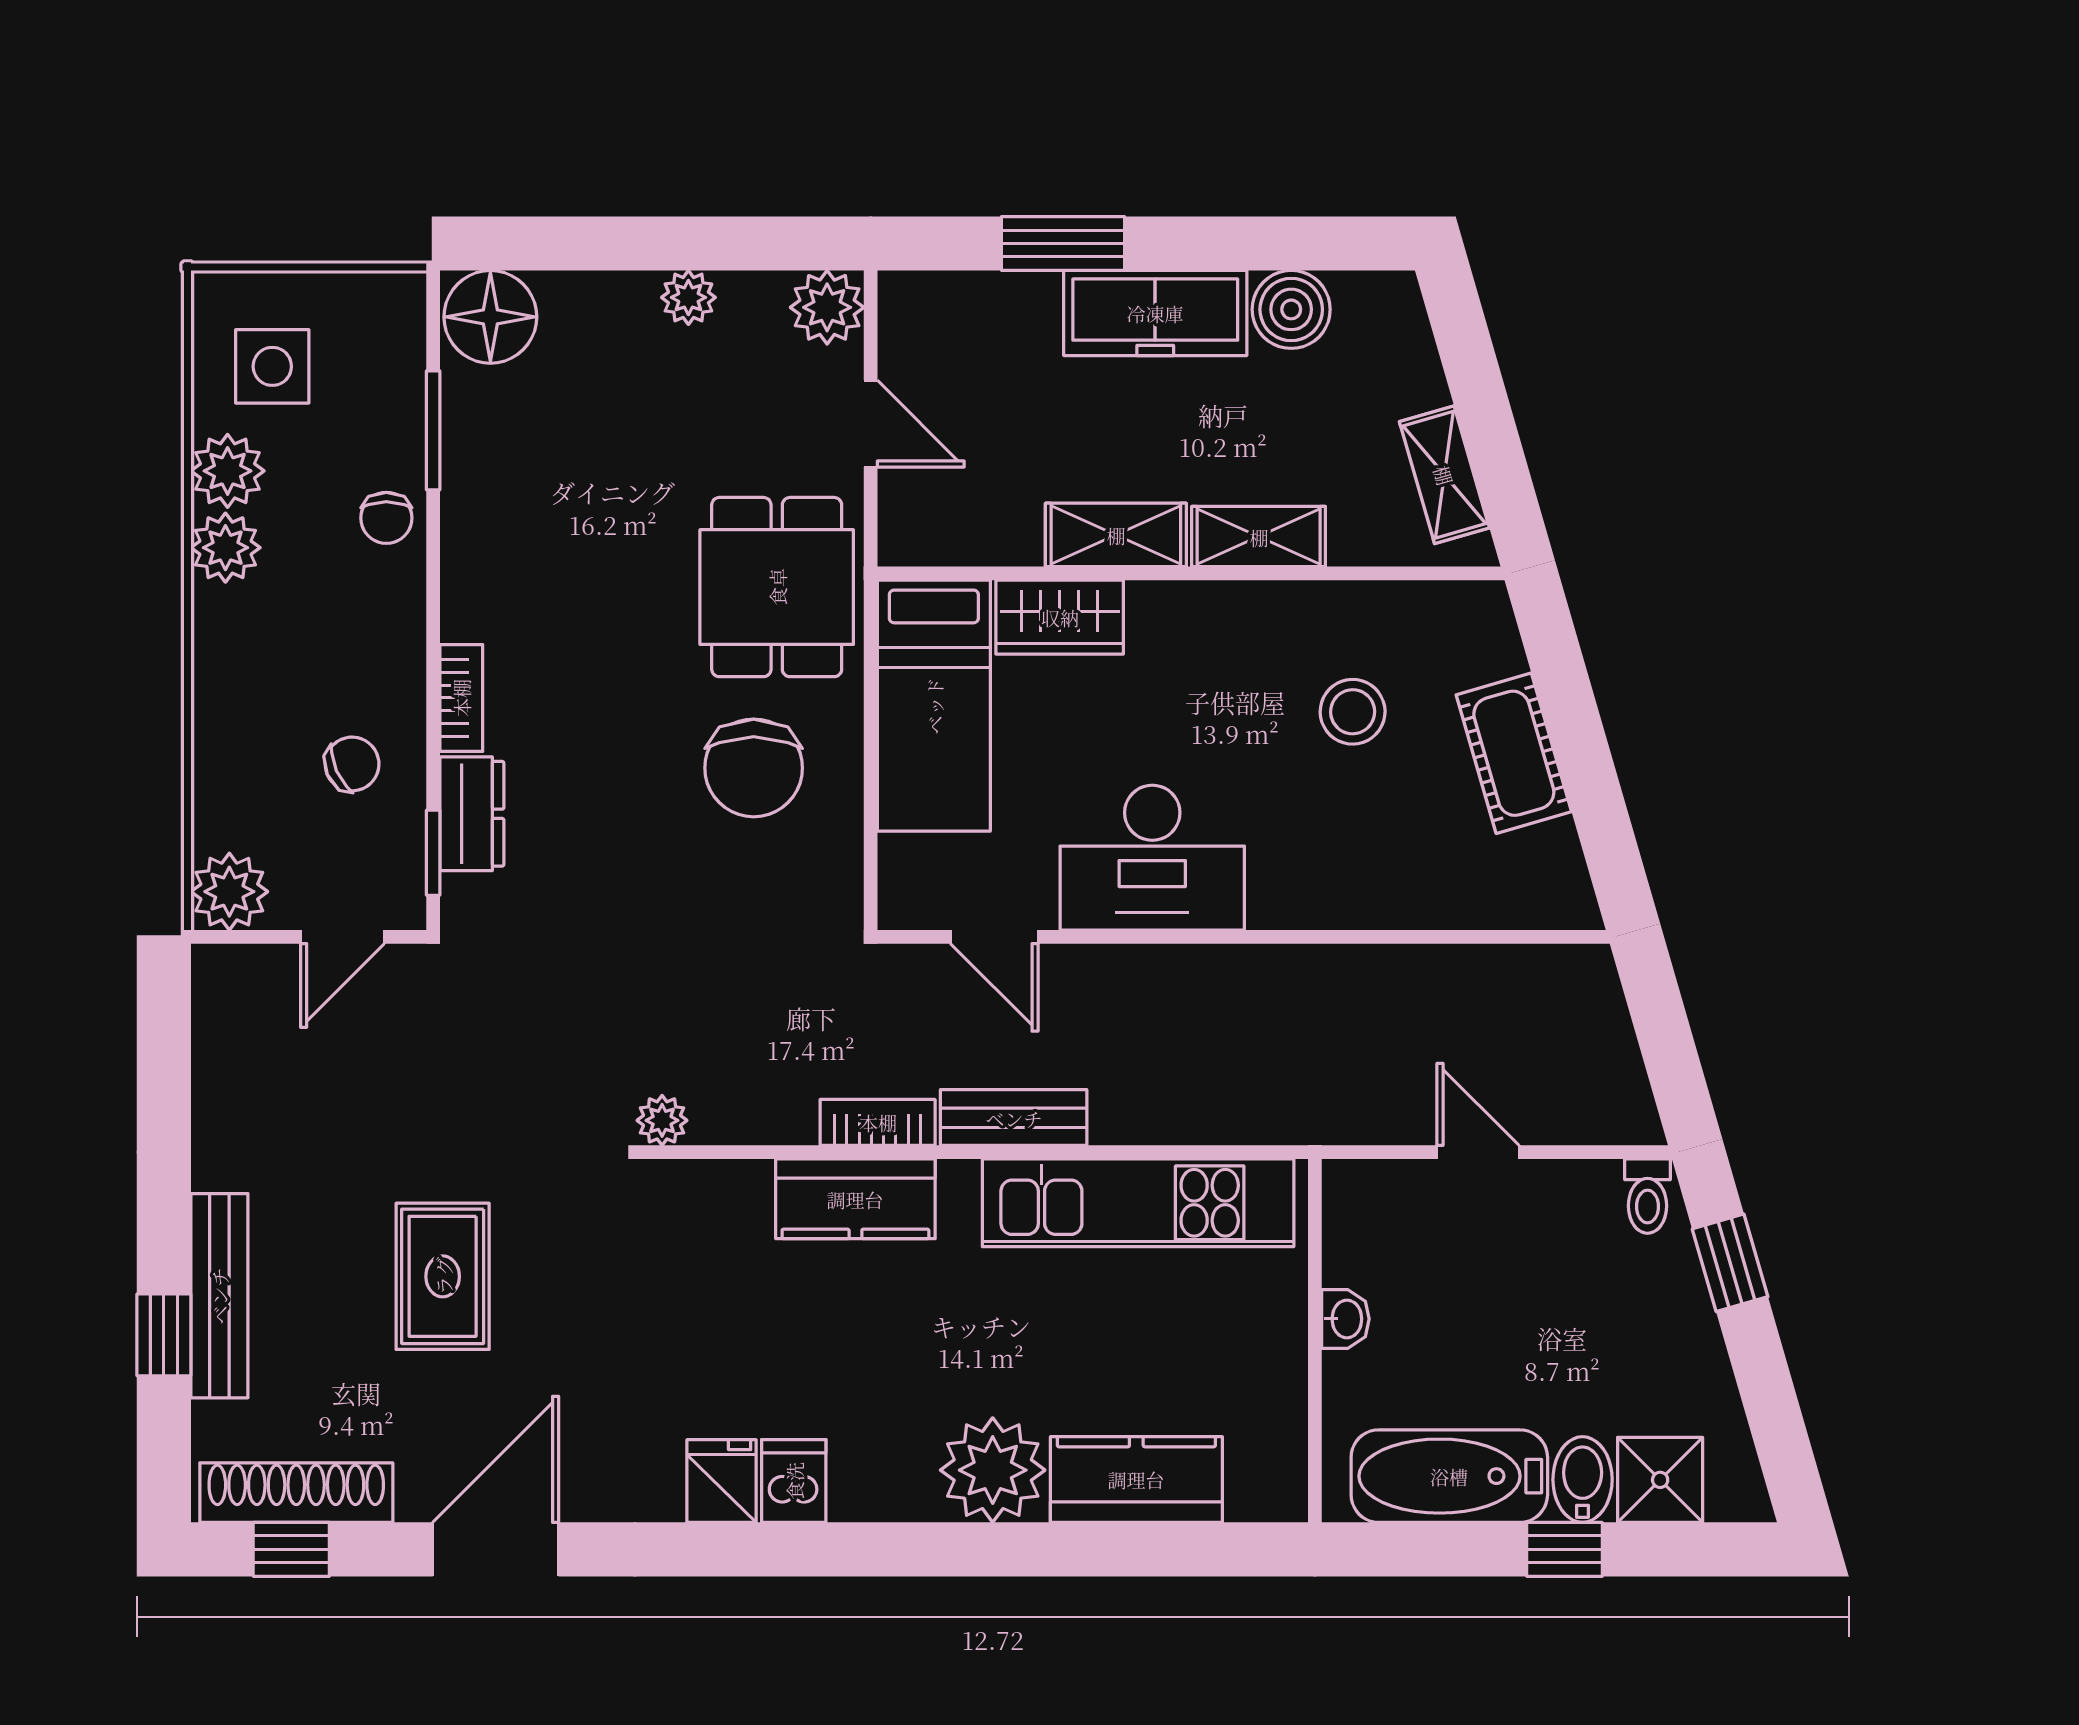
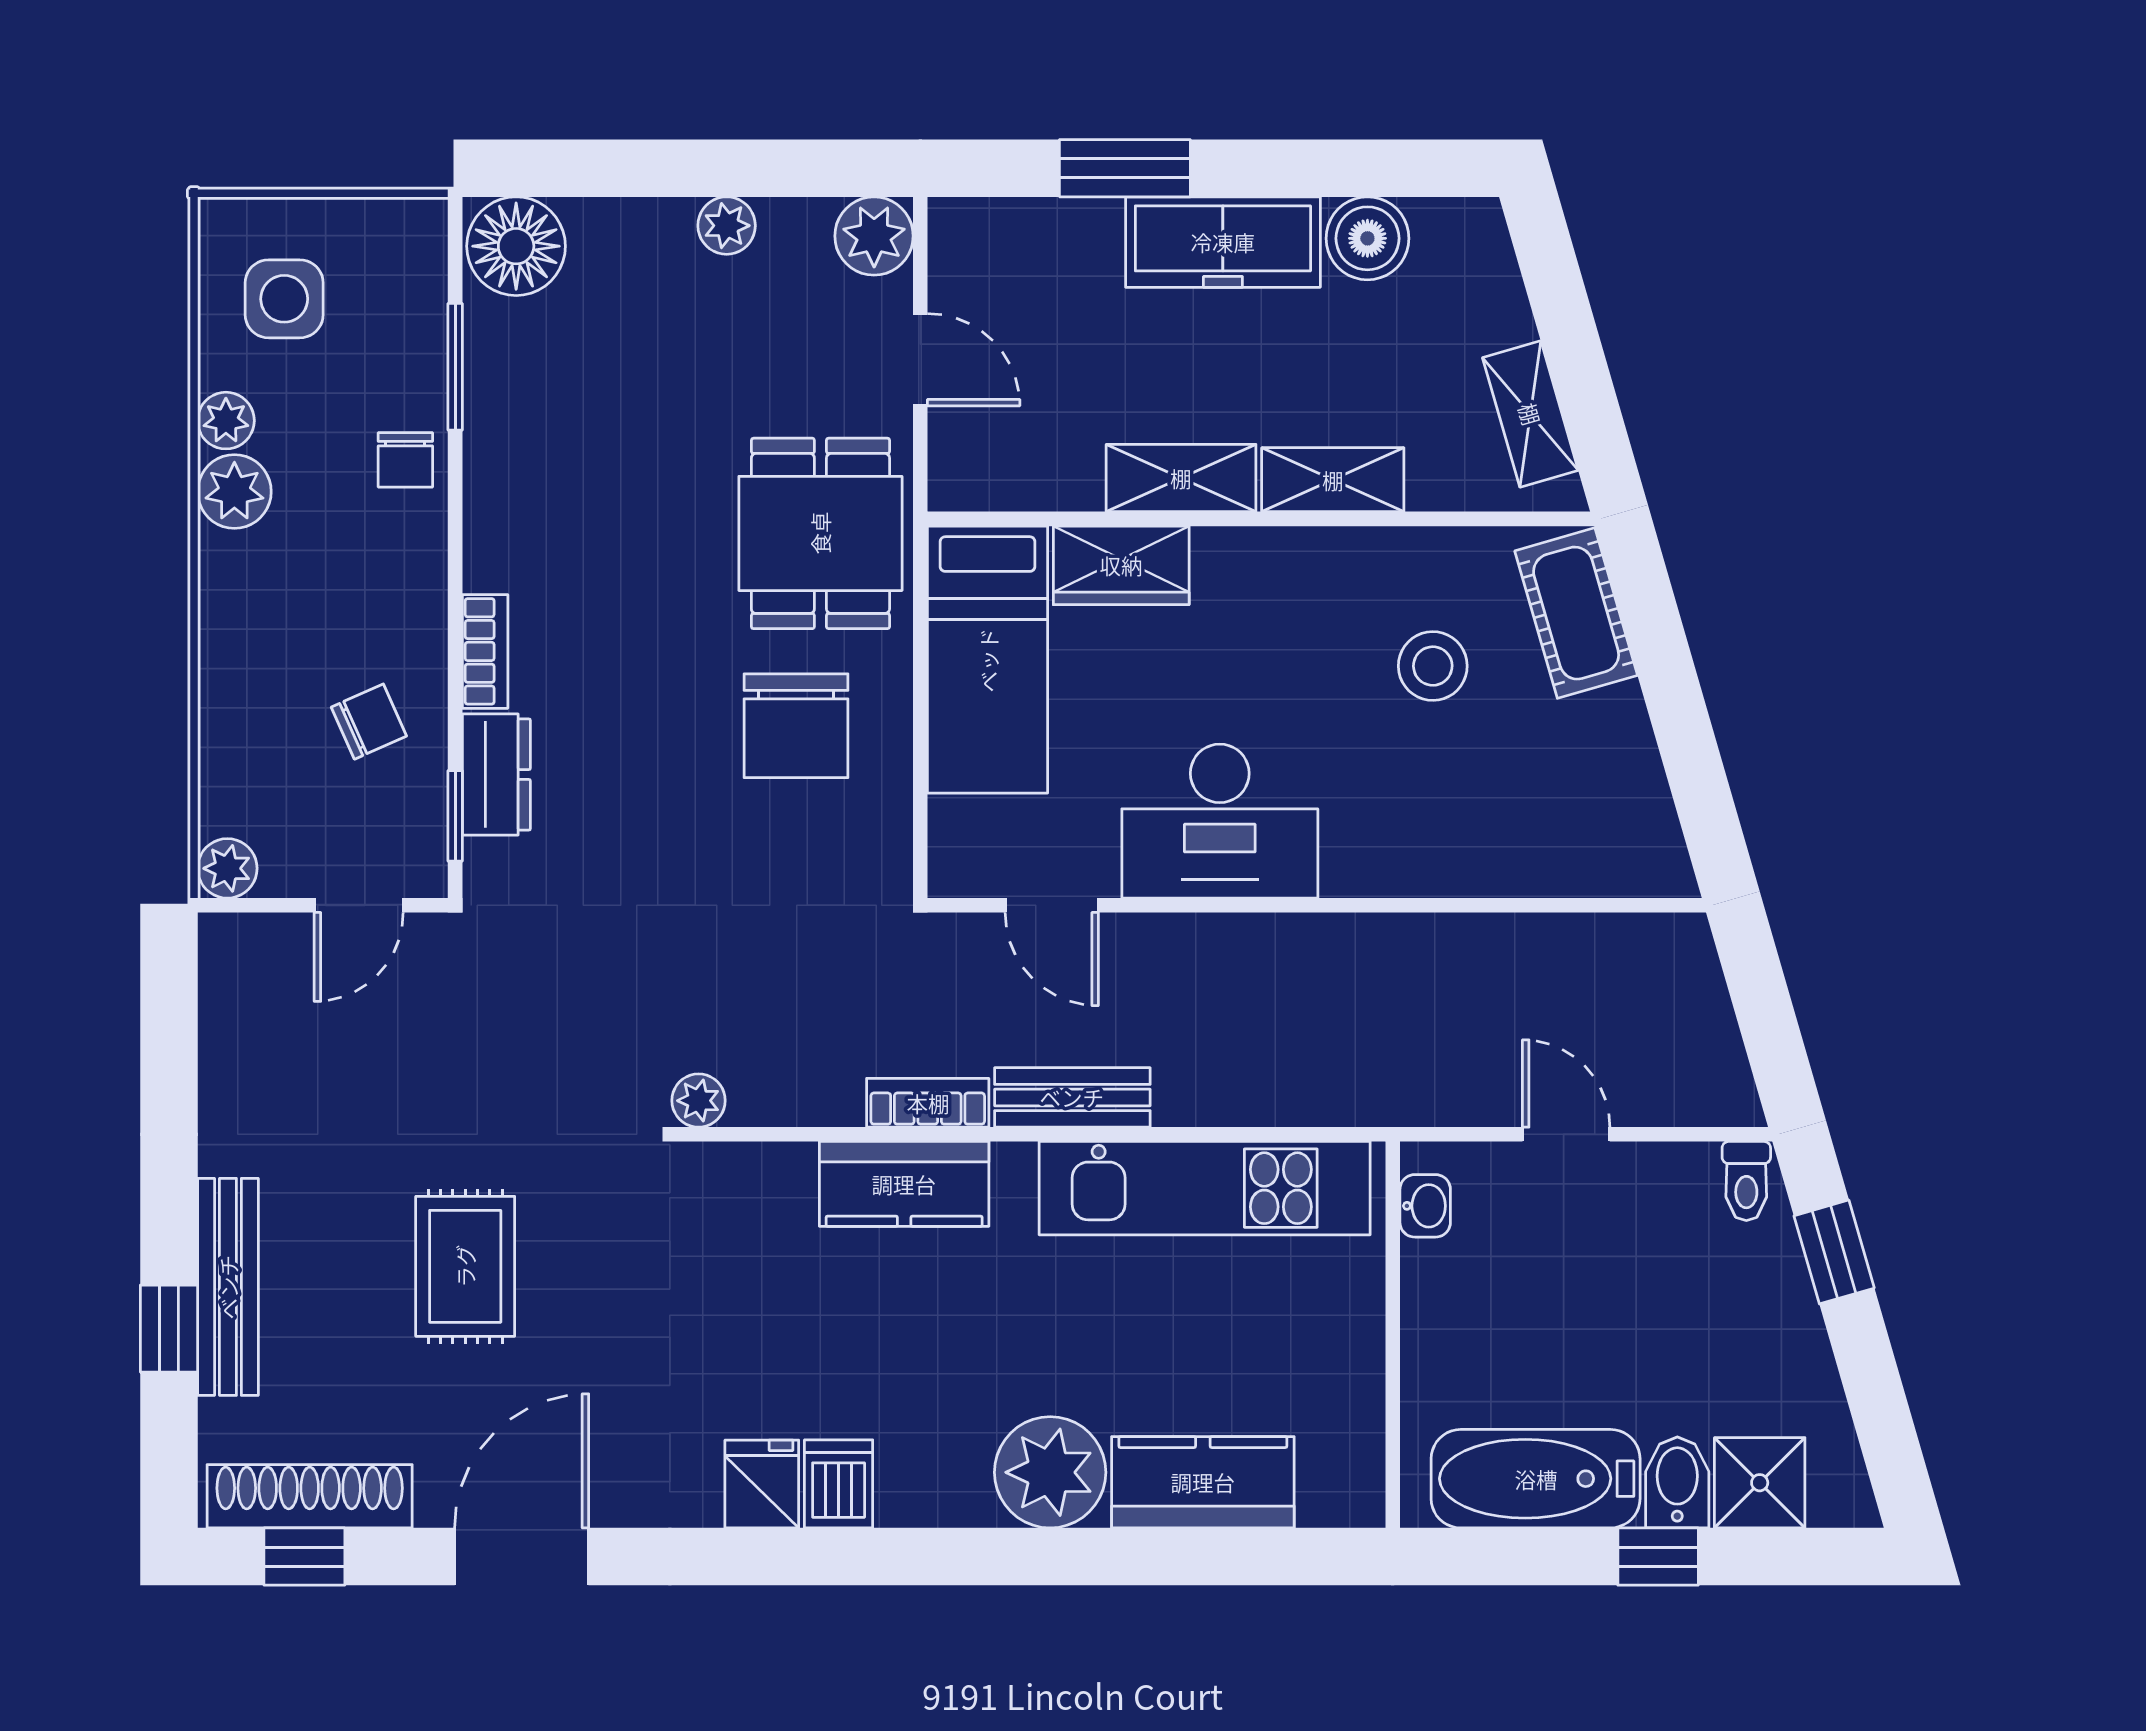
plant: (228, 471) -> (226, 421), width x0.73, depth x0.73
cot: (1514, 753) -> (1576, 613), moved
plant: (229, 892) -> (227, 868), width x0.73, depth x0.73
washbasin: (1345, 1319) -> (1425, 1206), moved

